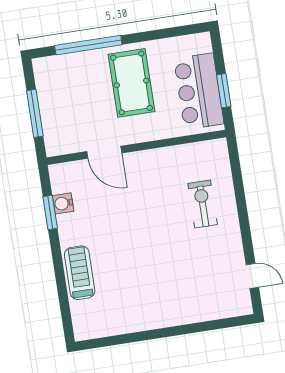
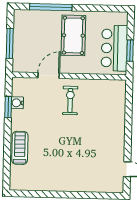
door: (104, 152) -> (49, 76), swing flipped
exercise bike: (203, 204) -> (70, 100), moved

